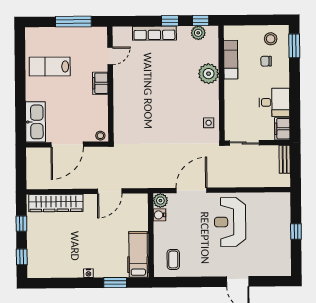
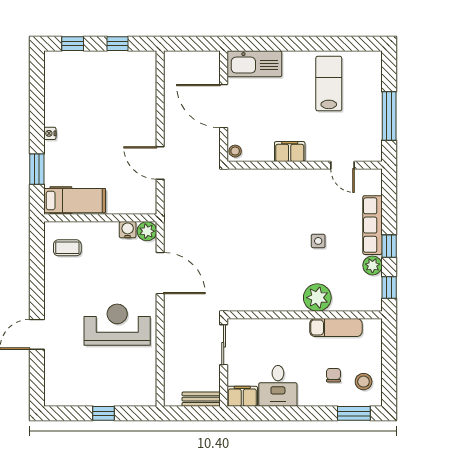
plant: (198, 33) -> (372, 265), moved
filing cabinet: (100, 83) -> (290, 152), moved
side table: (209, 123) -> (318, 241), moved
wardrobe: (56, 203) -> (145, 90), removed

